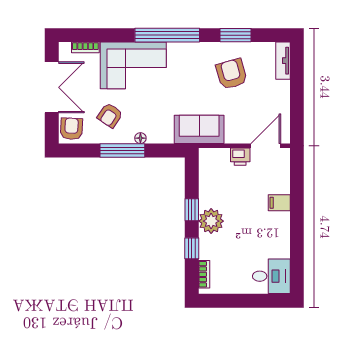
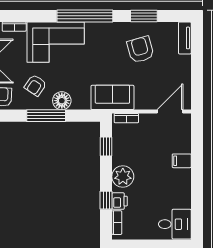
floor lamp: (140, 138) -> (62, 101), width x1.89, depth x1.89
bookcase: (215, 153) -> (126, 118), added
printer: (240, 157) -> (120, 201), moved, turned -90
window: (192, 210) -> (106, 146), moved

